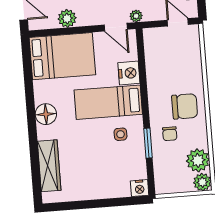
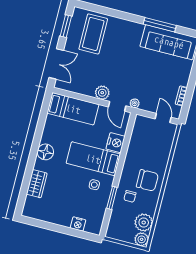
plant: (67, 18) -> (102, 93), moved
bed: (62, 56) -> (73, 109), width x0.67
wardrobe: (49, 166) -> (37, 184), width x0.67
nightstand: (140, 188) -> (78, 224), moved

